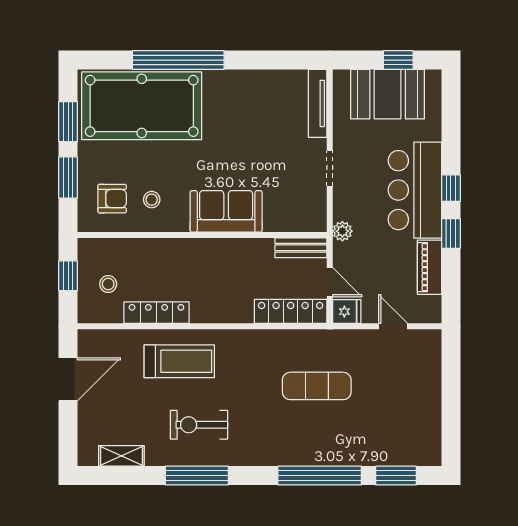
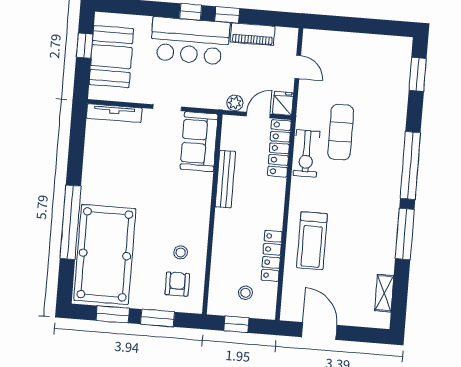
sofa: (226, 211) -> (199, 142), moved
plant: (342, 231) -> (235, 103), moved
bench: (301, 248) -> (225, 179), moved, width x1.36
door: (393, 326) -> (298, 67), swing flipped
treadmill: (179, 361) -> (312, 241), turned 180
exercise bike: (199, 425) -> (306, 153), moved
window: (320, 476) -> (410, 166), moved

